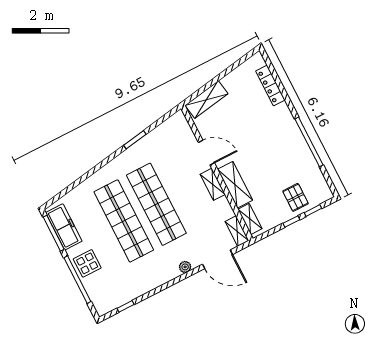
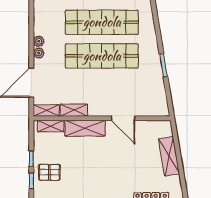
shelving: (206, 100) -> (169, 156), moved
door: (206, 153) -> (123, 118), hinge flipped
shelving: (213, 184) -> (74, 110), moved
plant: (174, 273) -> (39, 41), added

